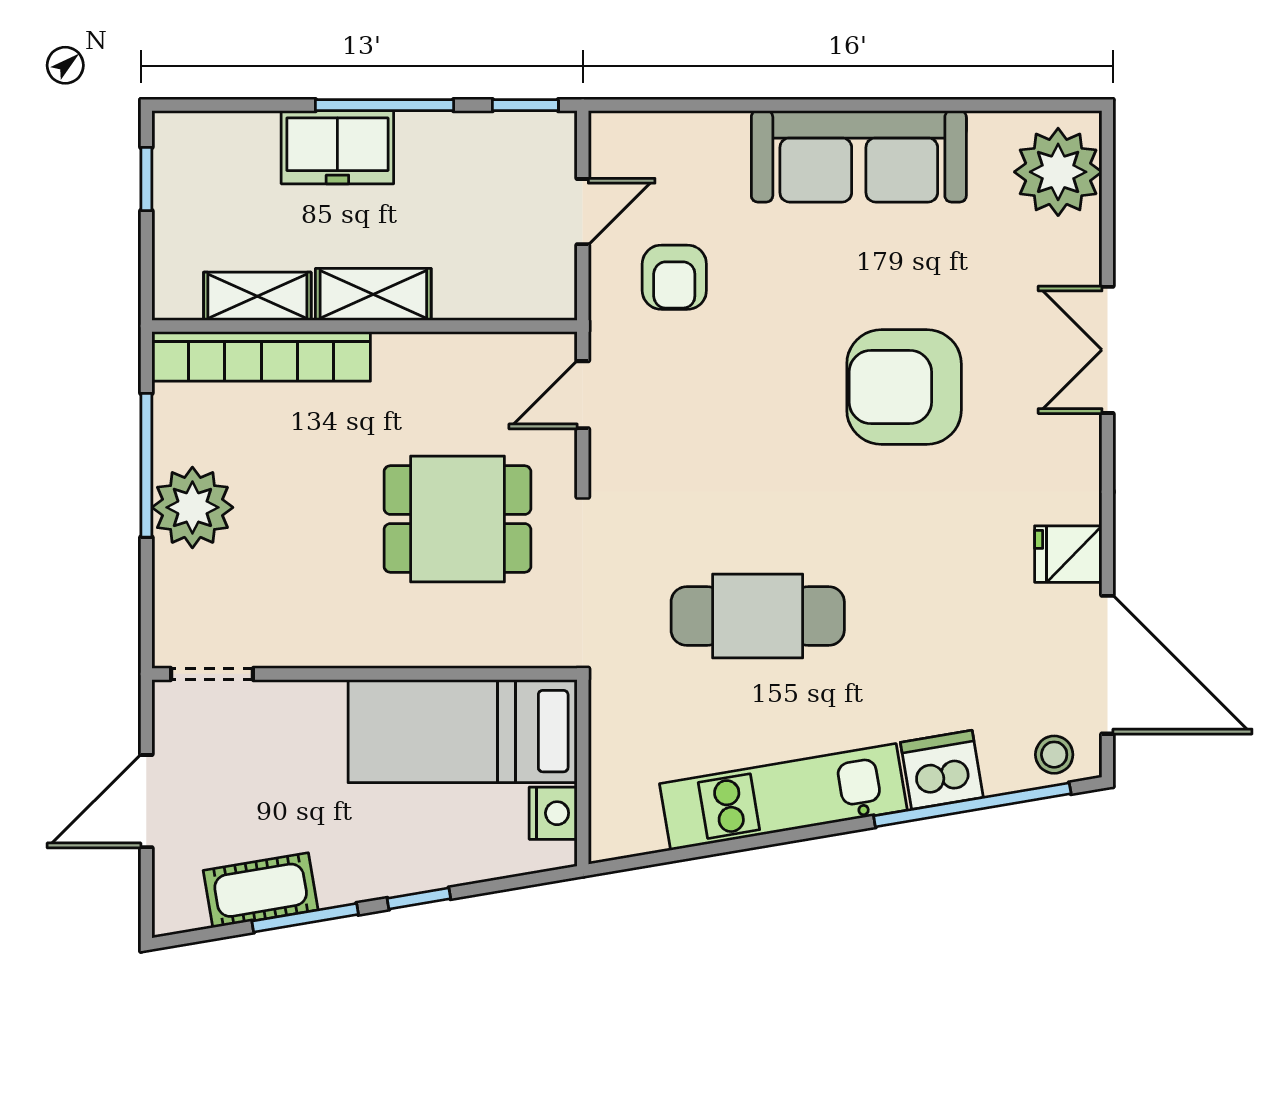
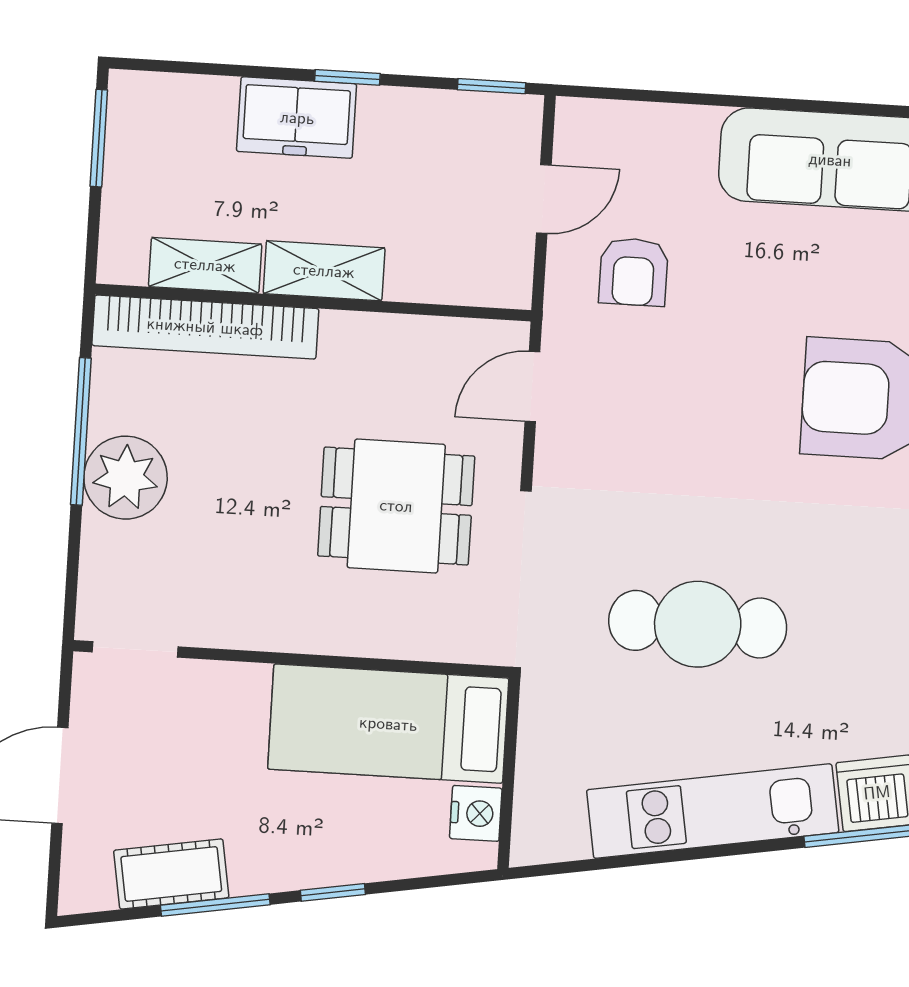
window: (384, 105) -> (347, 77), width x0.46
window: (146, 179) -> (99, 138), width x1.50

